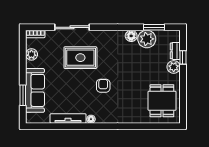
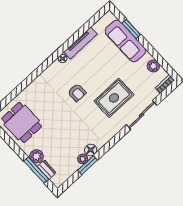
window: (154, 27) -> (88, 165), moved
plant: (147, 39) -> (83, 159), width x0.53, depth x0.53
window: (183, 57) -> (36, 170), width x2.17

